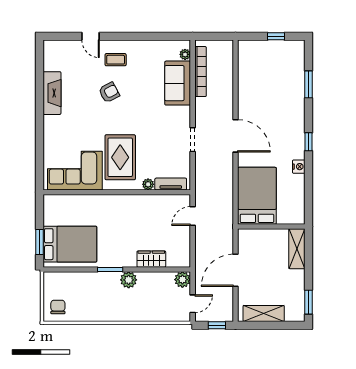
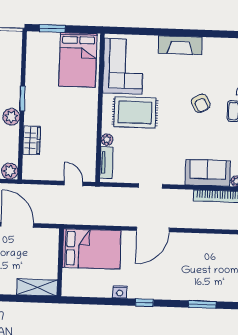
fireplace: (52, 93) -> (180, 45), moved
bed: (70, 244) -> (78, 60), moved

